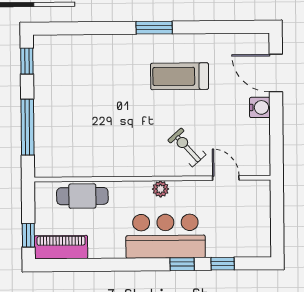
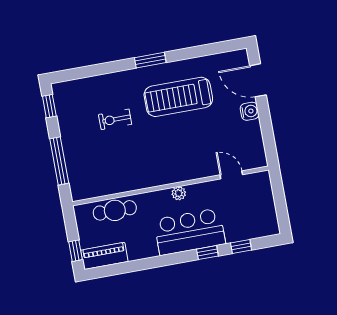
treadmill: (180, 76) -> (178, 97), width x1.37, depth x1.38
exercise bike: (187, 147) -> (115, 119), moved, turned -48

